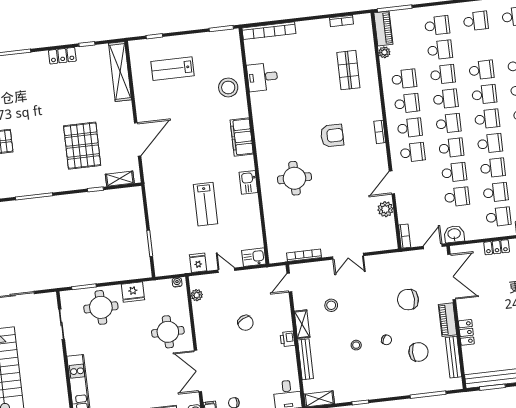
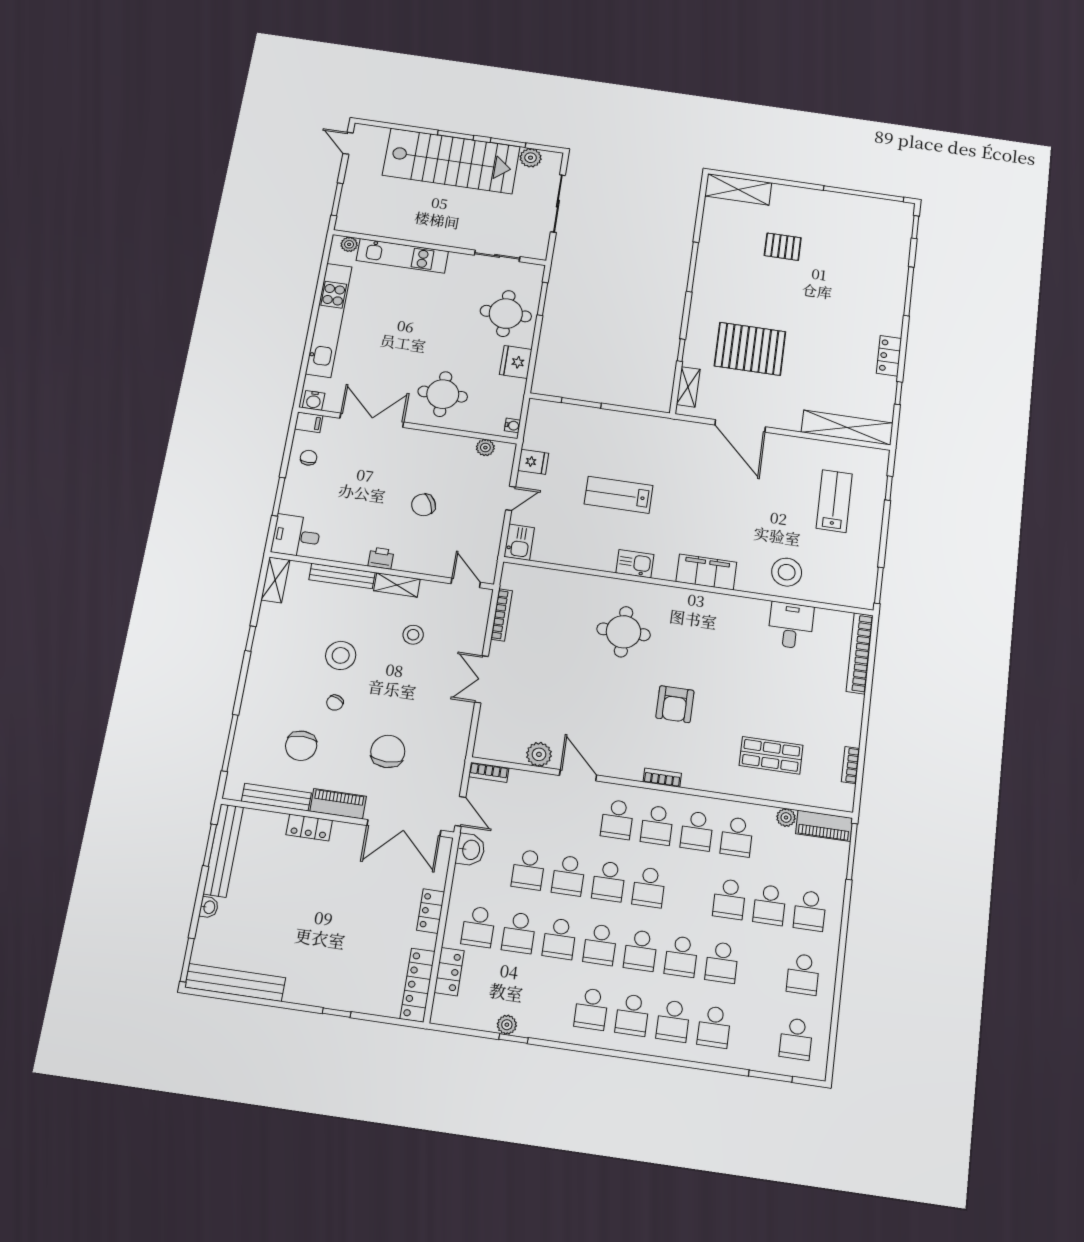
school desk: (446, 99) -> (689, 893), removed
stool: (356, 345) -> (341, 655), width x1.89, depth x1.89

